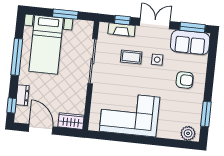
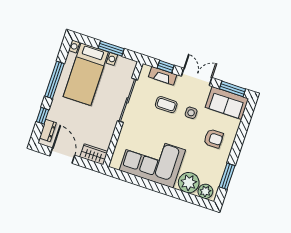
dresser: (22, 95) -> (48, 130), moved
window: (12, 106) -> (43, 116), moved
plant: (170, 128) -> (189, 183), added

